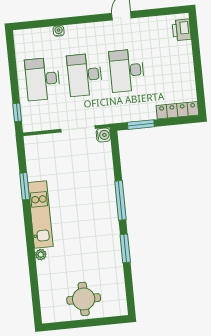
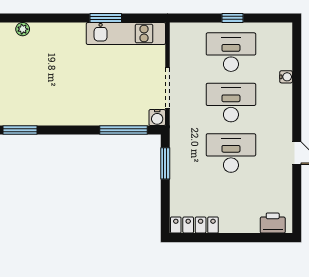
locker: (177, 110) -> (194, 225), moved, turned -90
window: (17, 112) -> (233, 18), moved
window: (120, 200) -> (123, 130), moved
kitchen unit: (40, 214) -> (126, 33), moved

